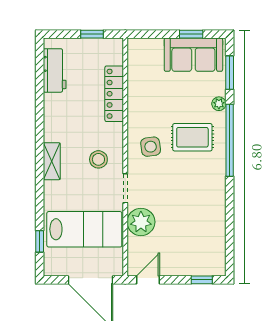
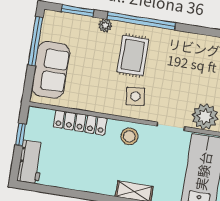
window: (191, 34) -> (35, 41), width x2.17
sofa: (193, 55) -> (51, 70), moved
workbench: (55, 70) -> (31, 162), moved, turned 90
stool: (98, 159) -> (129, 136), moved

